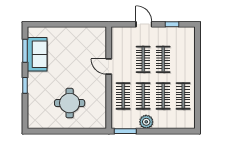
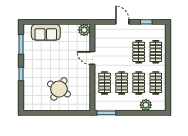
plant: (99, 34) -> (84, 30), added
sofa: (37, 54) -> (46, 32), moved, turned 90
clothes rail: (143, 59) -> (156, 52), moved
round table: (70, 103) -> (59, 89), turned 31
plant: (146, 122) -> (146, 105), moved

